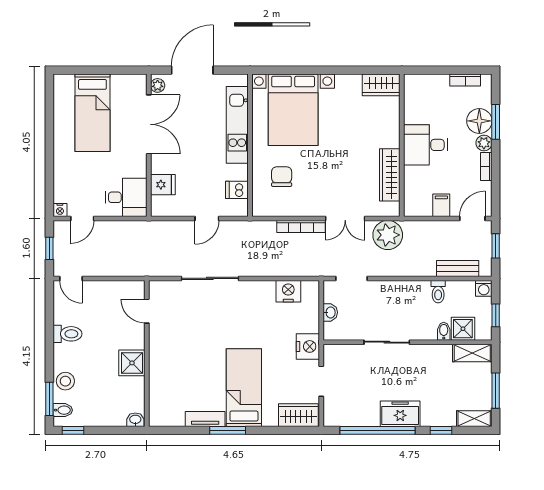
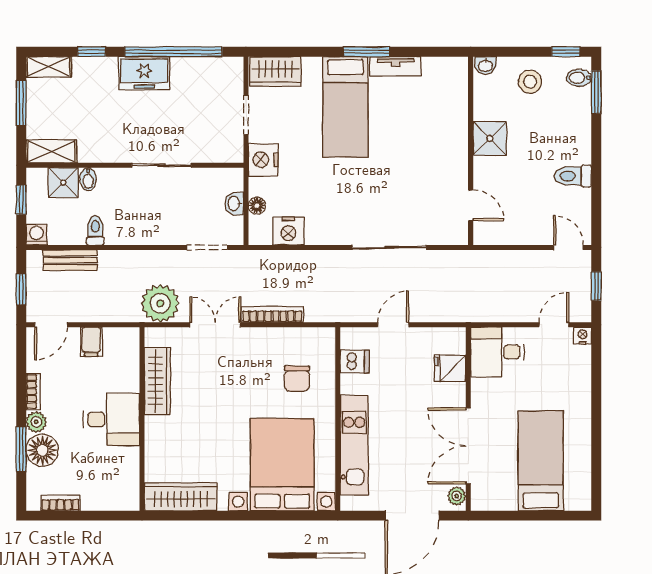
wardrobe: (381, 85) -> (181, 497), width x1.50
floor lamp: (313, 311) -> (257, 206), added
stool: (65, 381) -> (530, 82), moved

